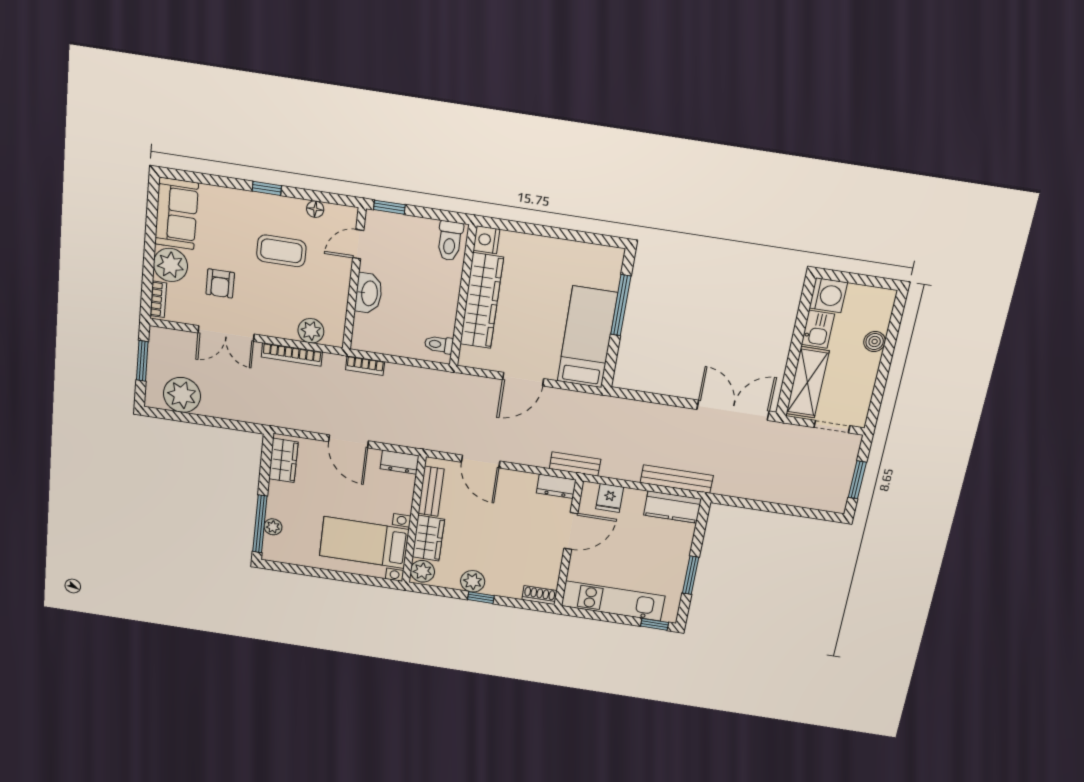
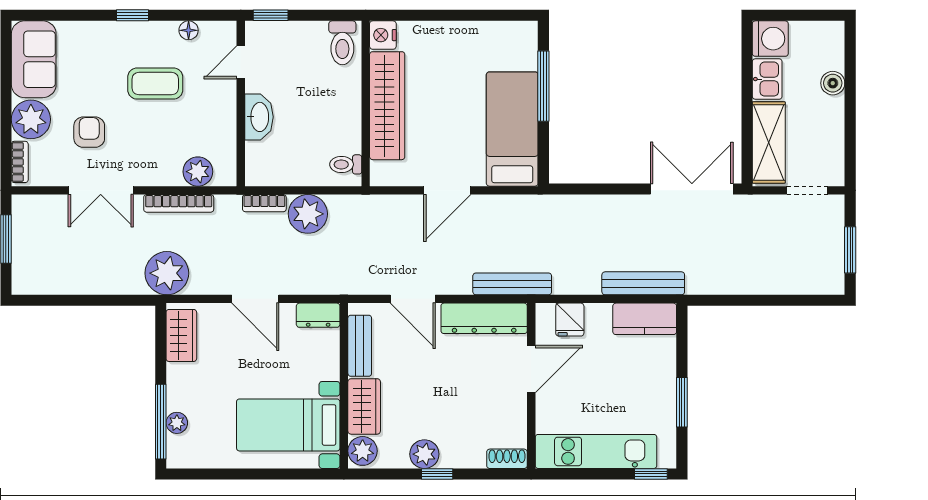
armchair: (220, 283) -> (89, 132), turned 180
plant: (401, 380) -> (308, 214), added
plant: (182, 395) -> (167, 273), moved
bench: (575, 464) -> (512, 284), width x1.36
dresser: (556, 486) -> (484, 318), width x1.96, depth x1.24

